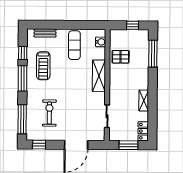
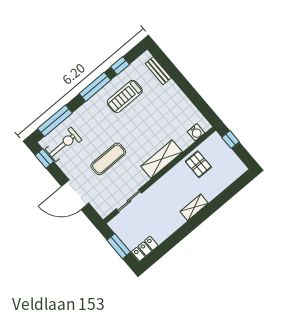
window: (133, 25) -> (231, 140), moved
exercise mat: (74, 45) -> (108, 159), moved
window: (153, 54) -> (229, 193), removed
shelving: (144, 101) -> (194, 207), moved
exercise bike: (49, 113) -> (63, 144), moved

